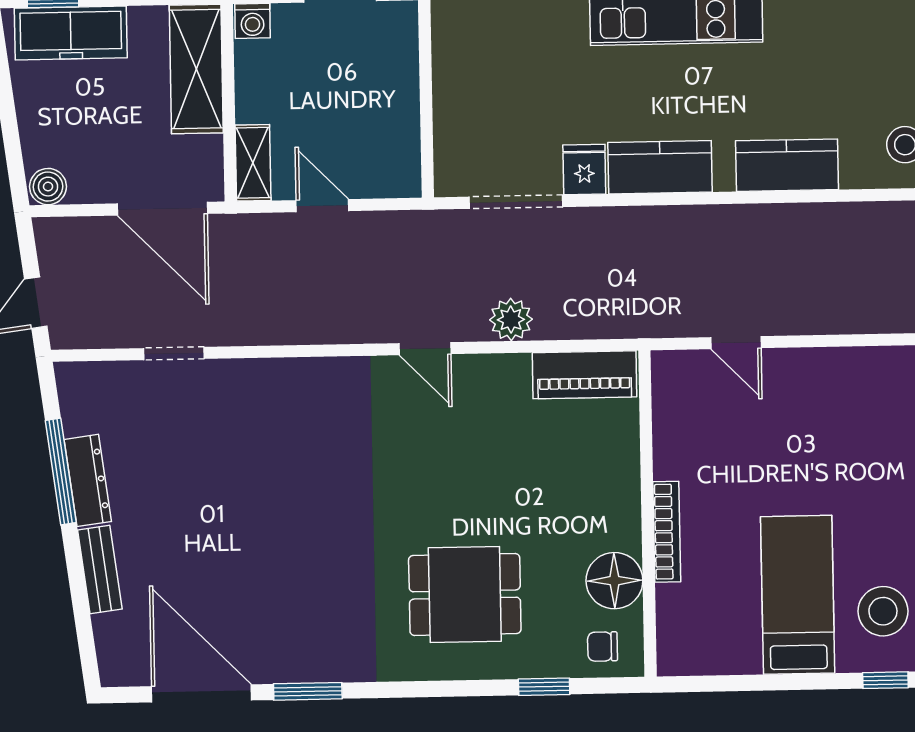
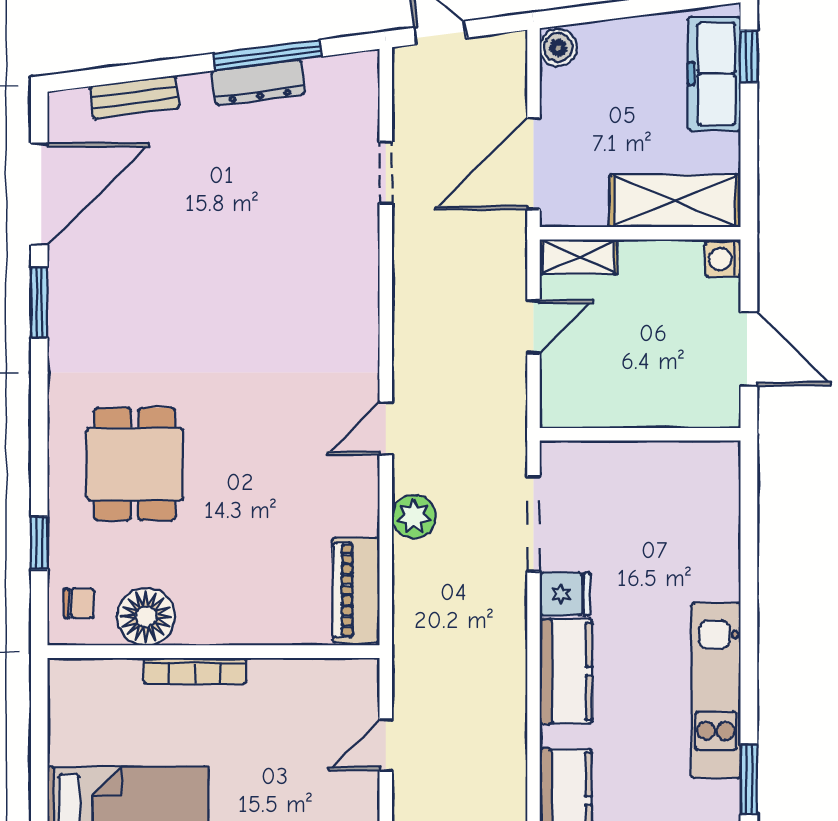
bench: (100, 569) -> (135, 97), moved
chair: (603, 647) -> (79, 603), turned 90

